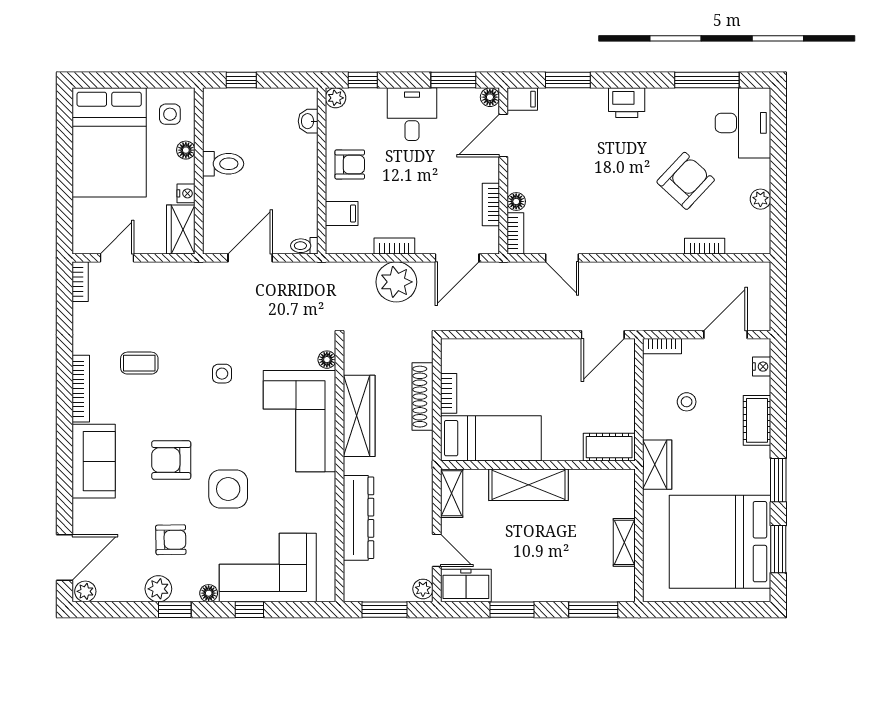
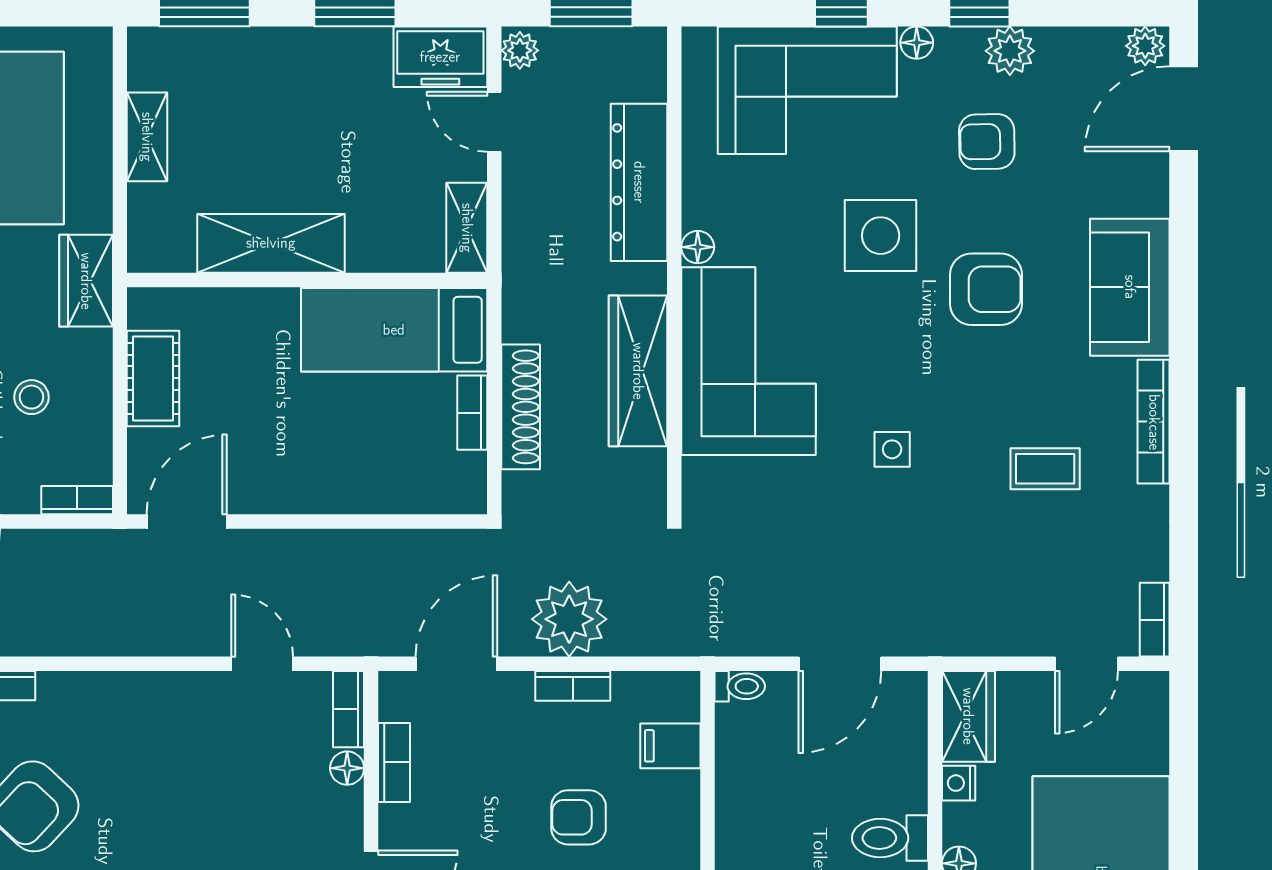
armchair: (350, 164) -> (579, 817), moved
floor lamp: (327, 360) -> (698, 247), moved
cot: (609, 447) -> (153, 378), moved, turned 90
shelving: (529, 485) -> (271, 243), moved

